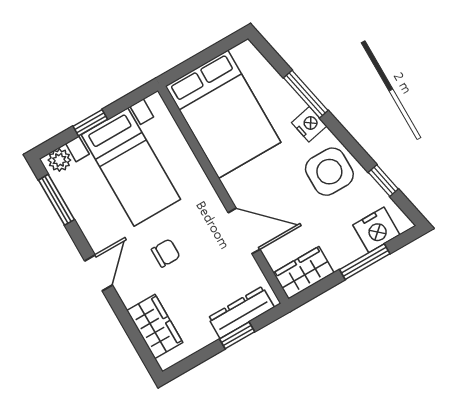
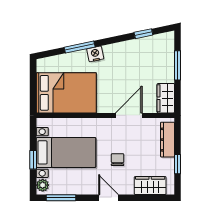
side table: (329, 172) -> (124, 57), removed
nightstand: (376, 230) -> (165, 51), removed
window: (237, 335) -> (178, 164), moved

